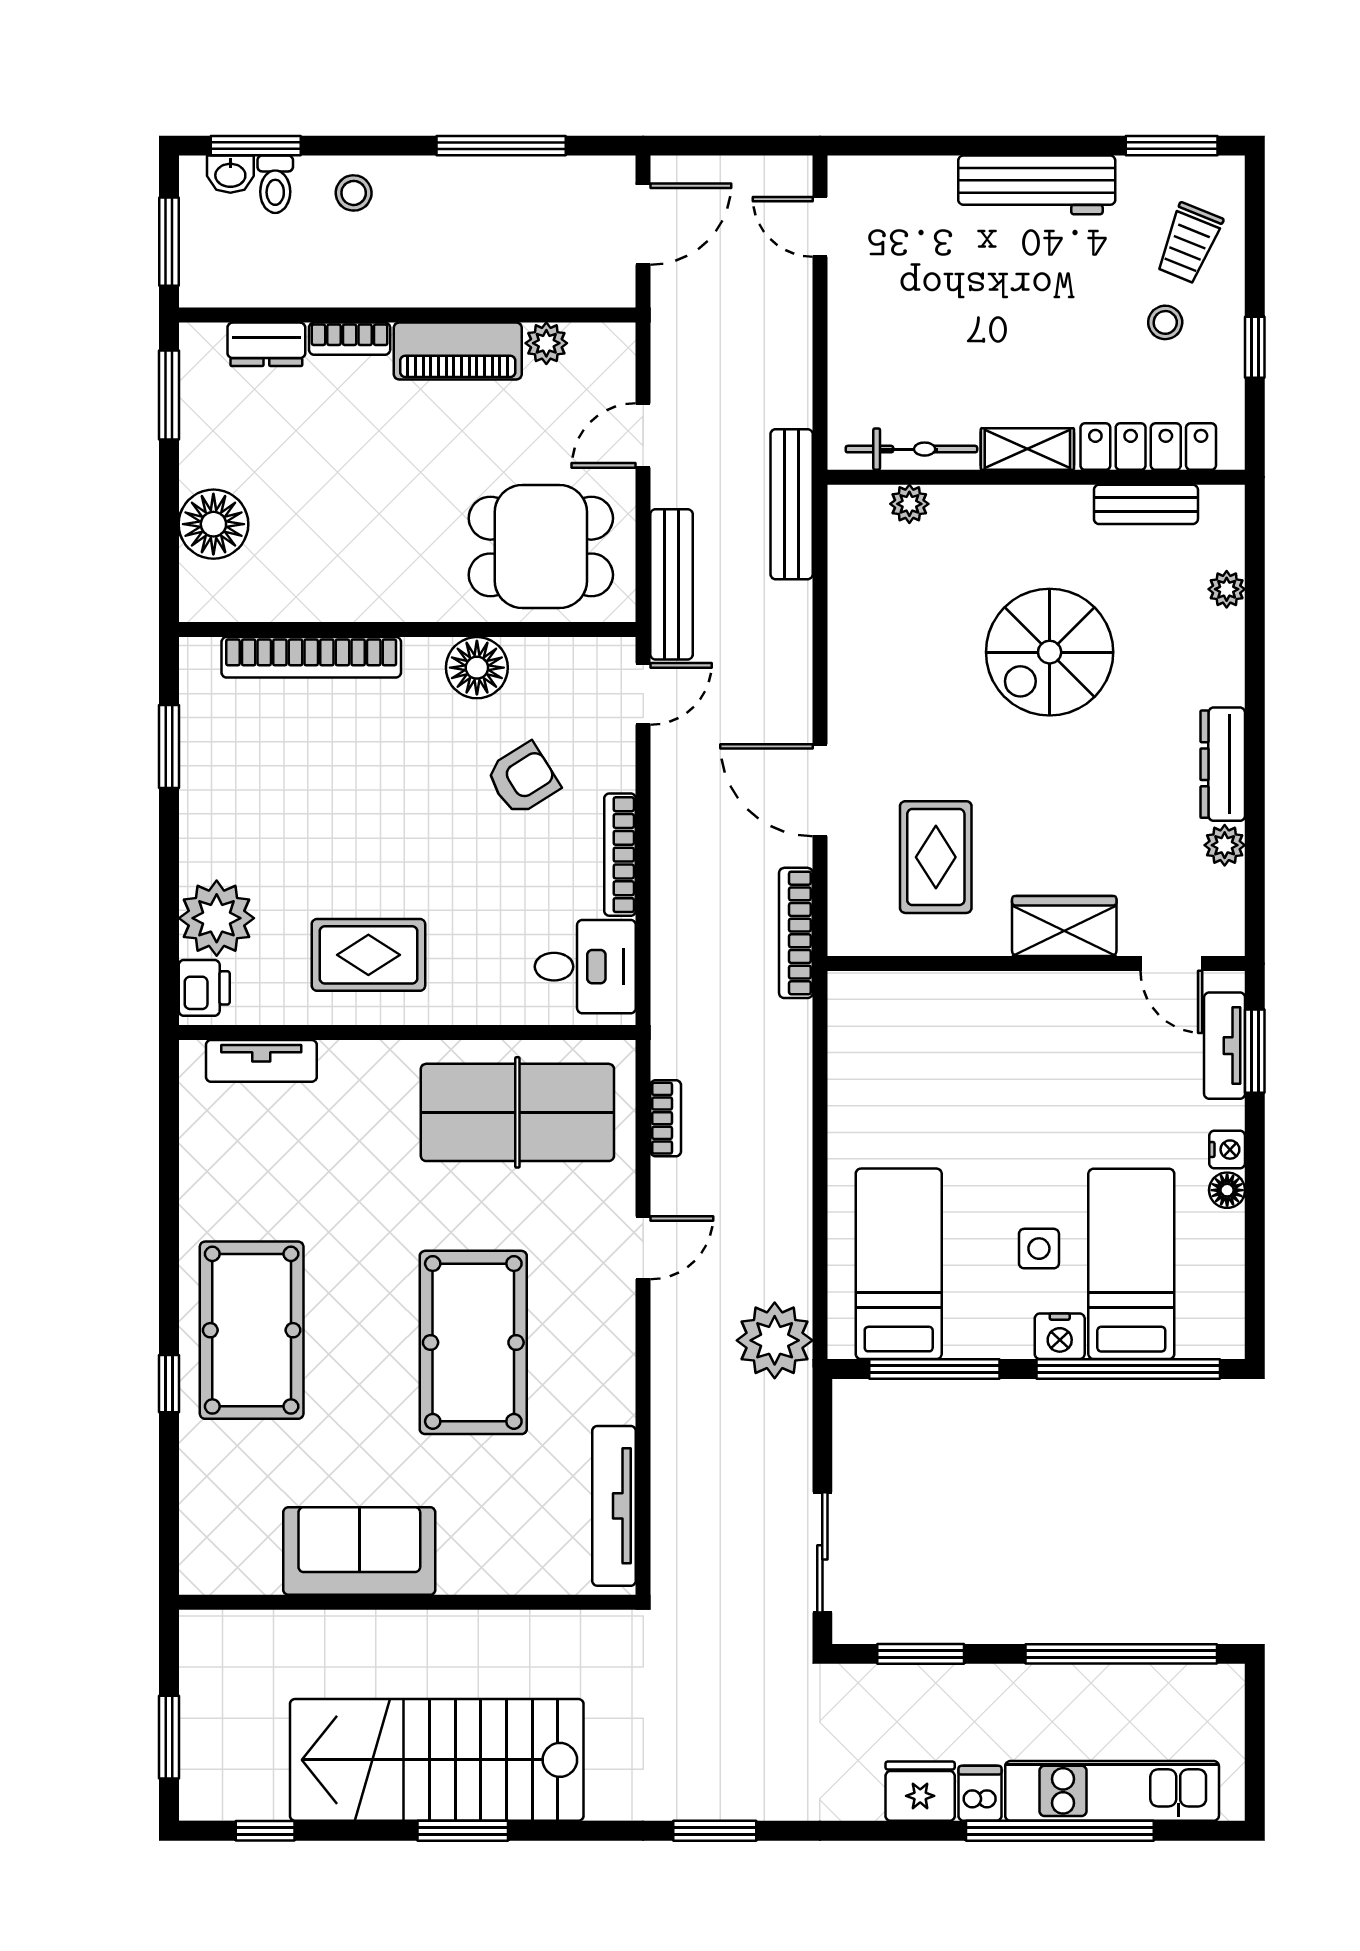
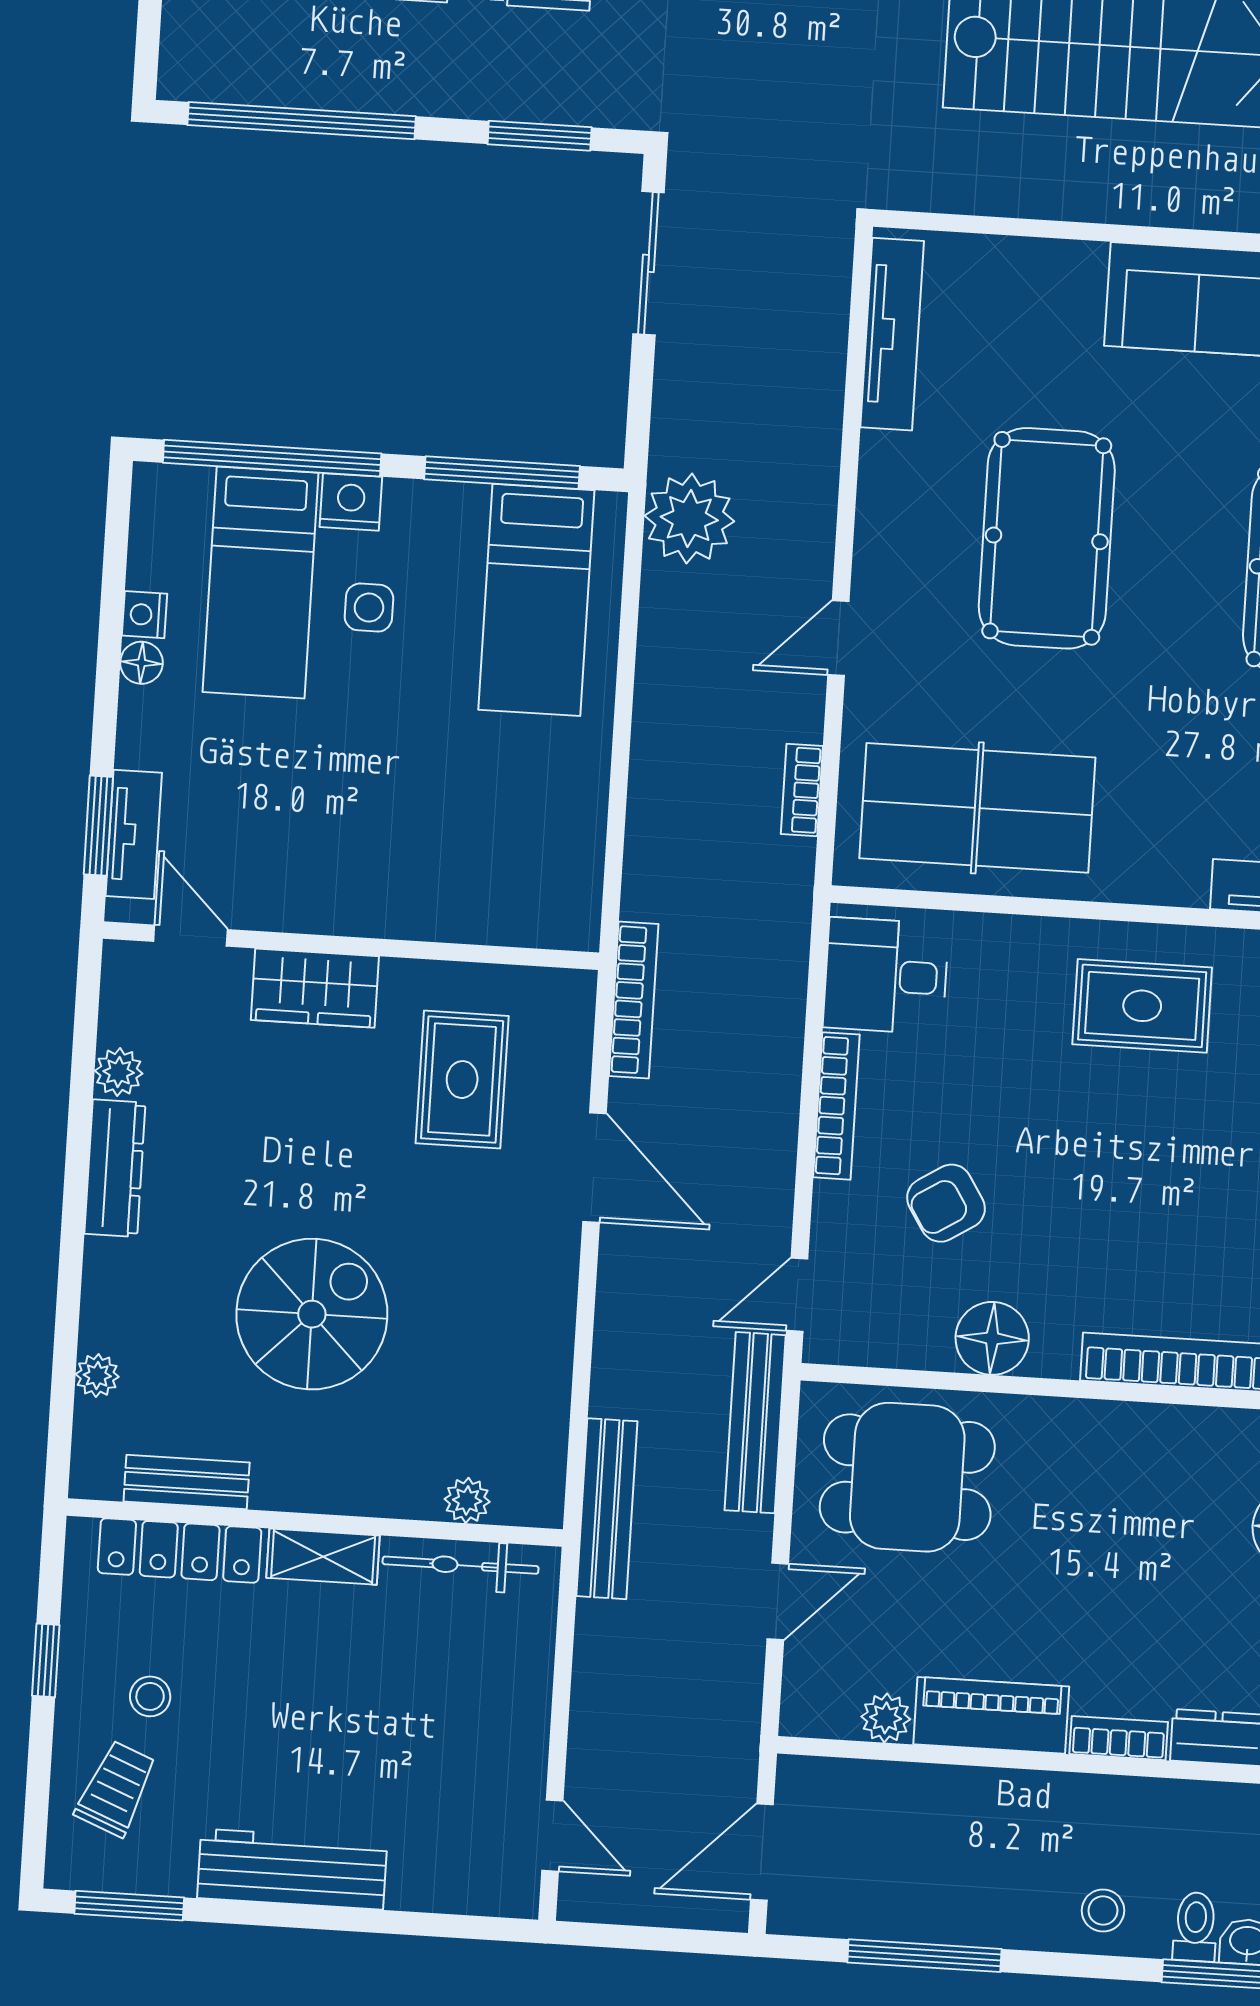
nightstand: (1227, 1150) -> (144, 615), moved

